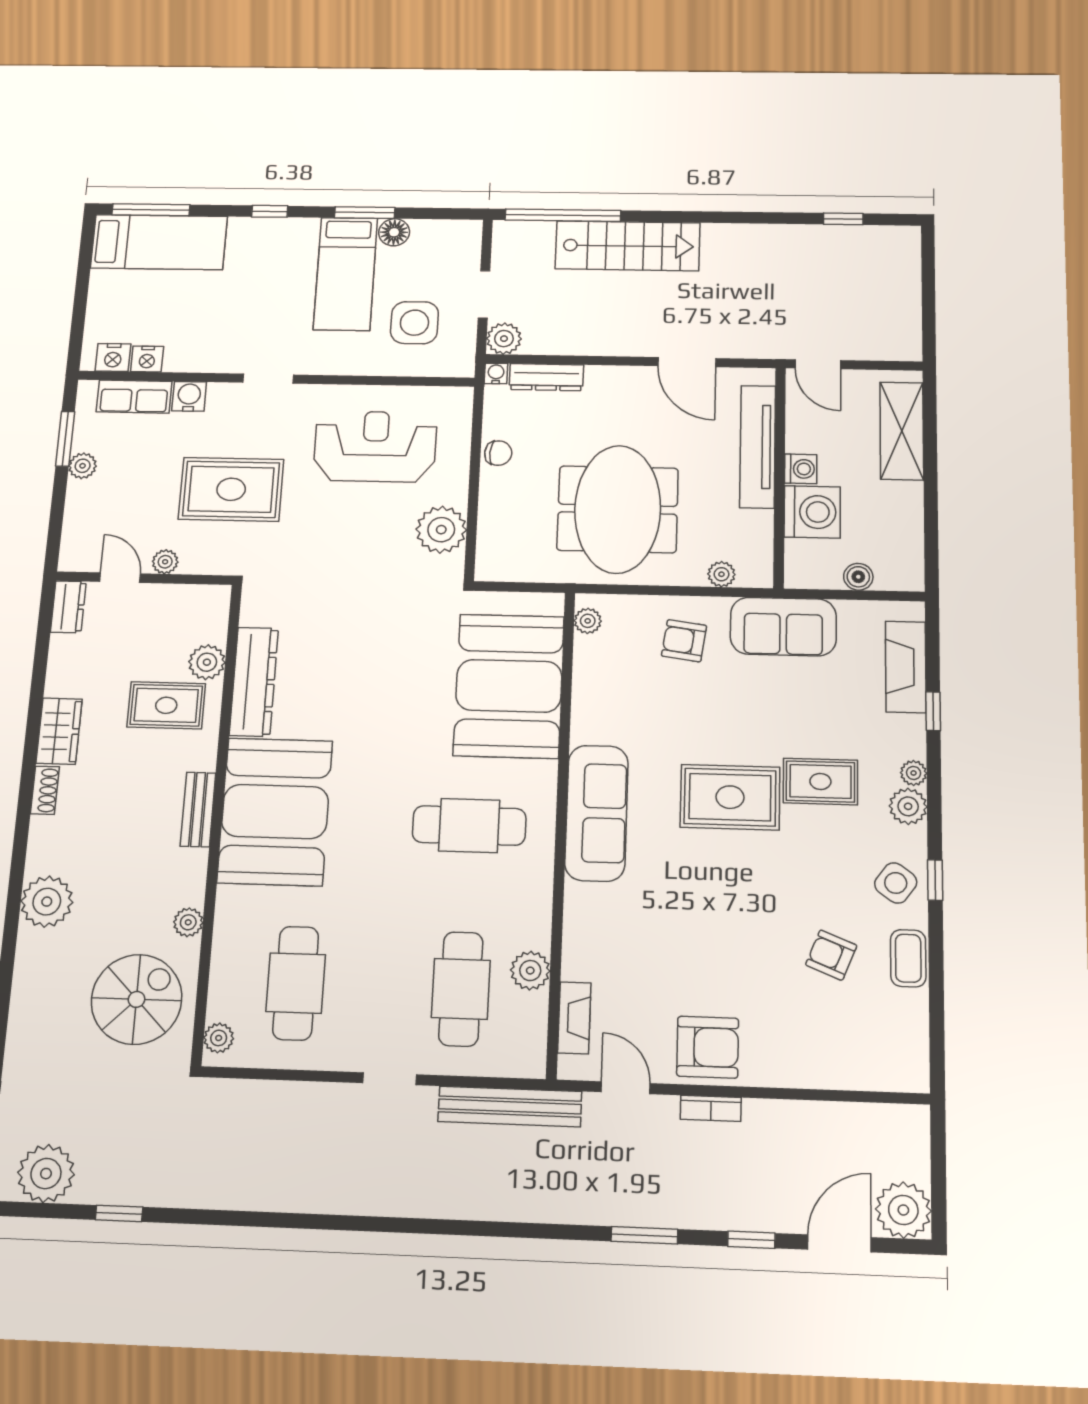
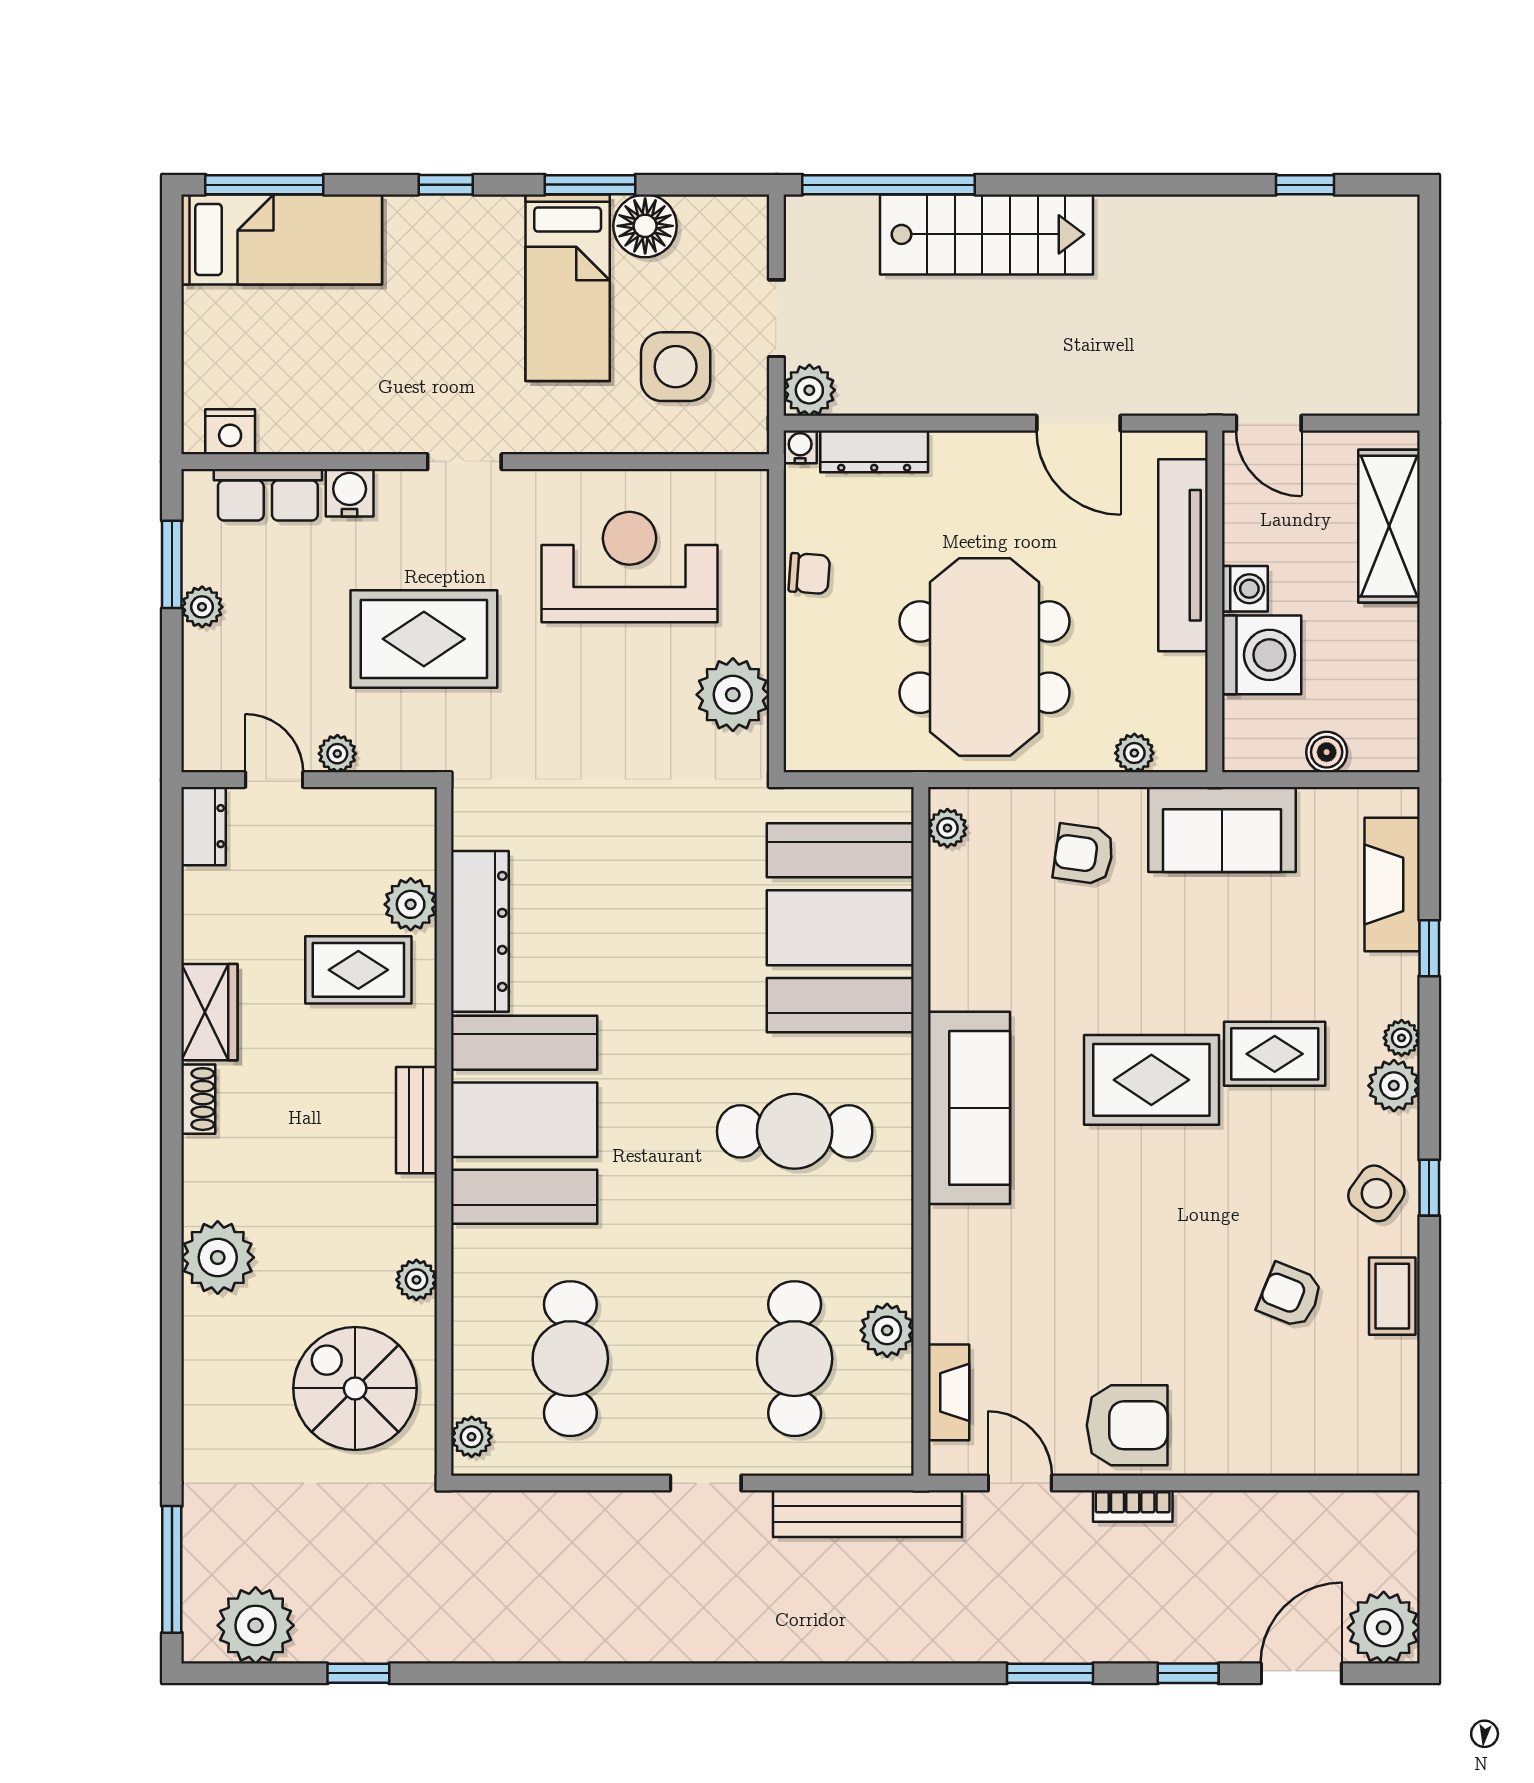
floor lamp: (394, 232) -> (645, 226), width x1.38, depth x1.38
nightstand: (147, 359) -> (281, 433), removed
spiral stairs: (137, 999) -> (355, 1388), turned -90

